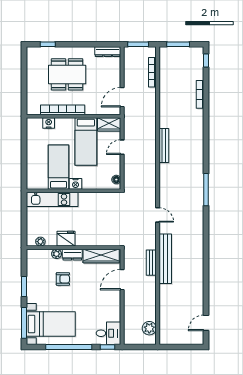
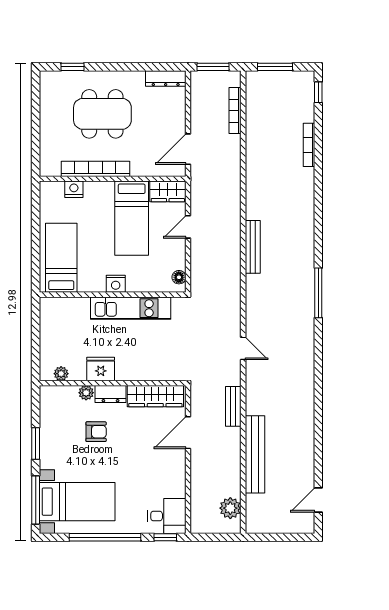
bench: (164, 145) -> (253, 247), moved
bed: (59, 167) -> (61, 258), moved
kitchen unit: (52, 199) -> (131, 308), moved
door: (158, 215) -> (243, 348), moved
bench: (165, 259) -> (255, 454), moved

